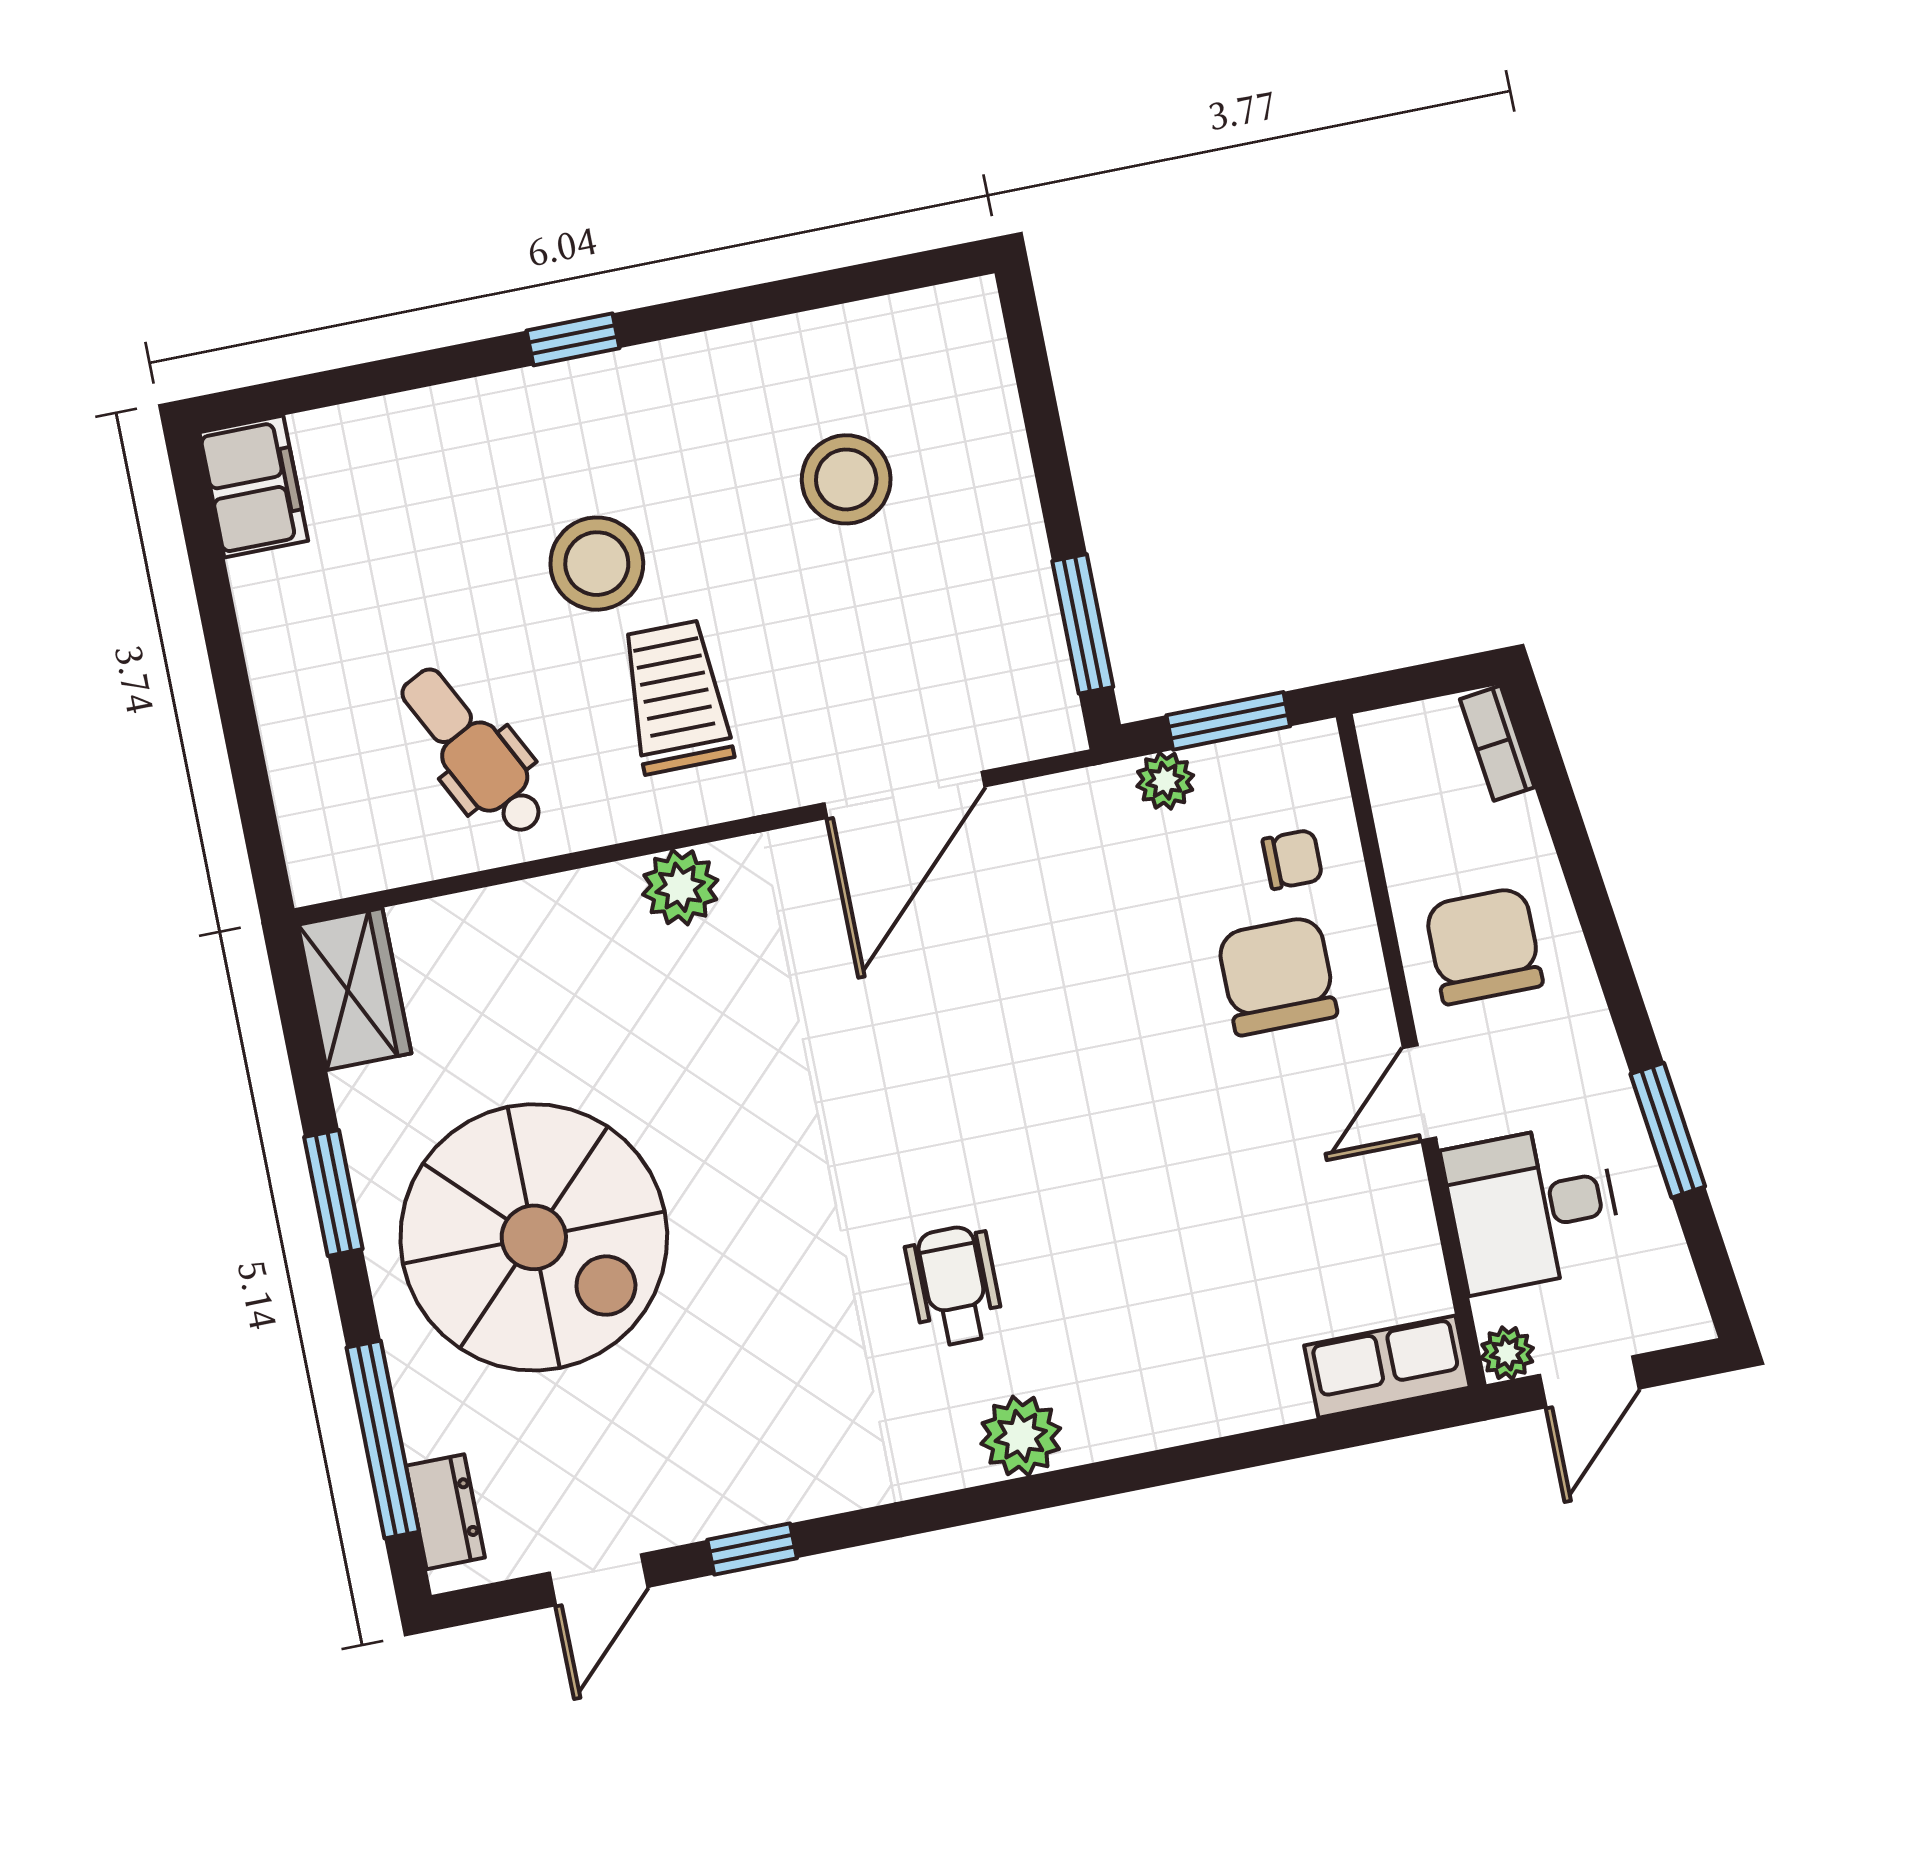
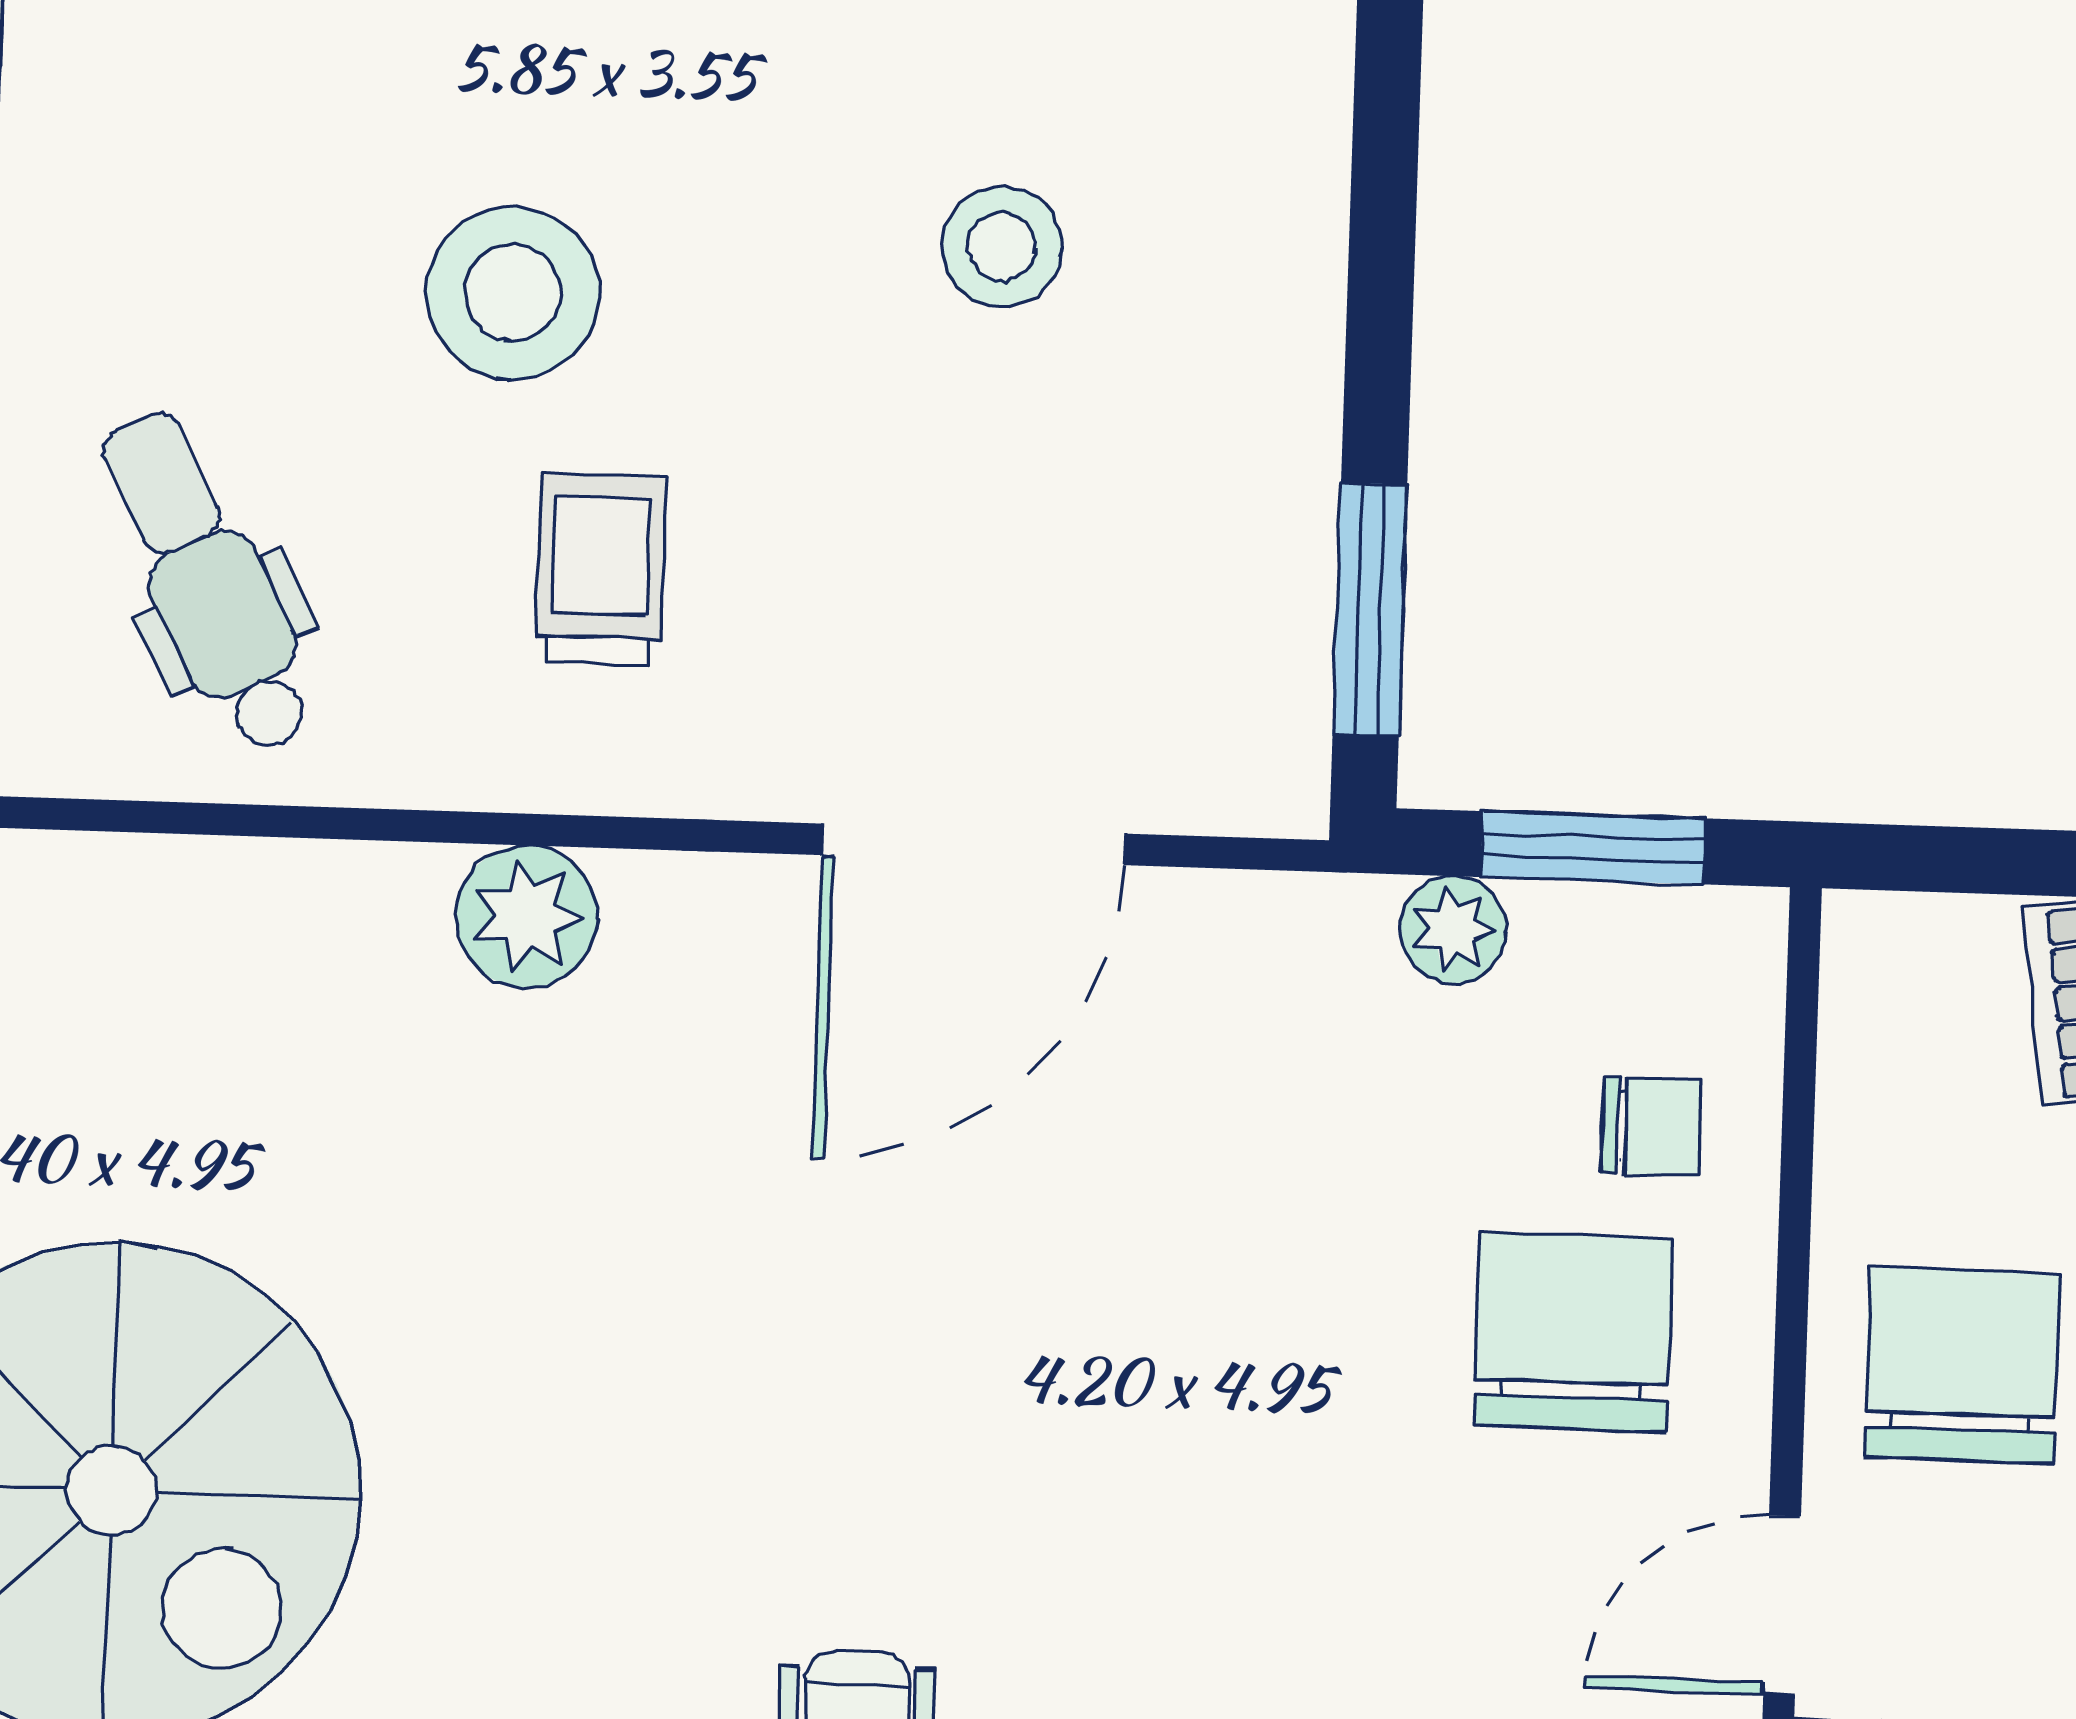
stool: (846, 479) -> (1002, 246), width x0.73, depth x0.73
trolley: (676, 697) -> (600, 569), width x0.73, depth x0.72

